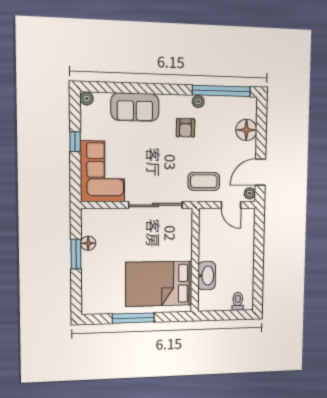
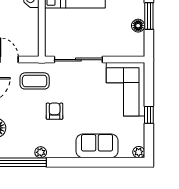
armchair: (186, 128) -> (55, 111), moved

